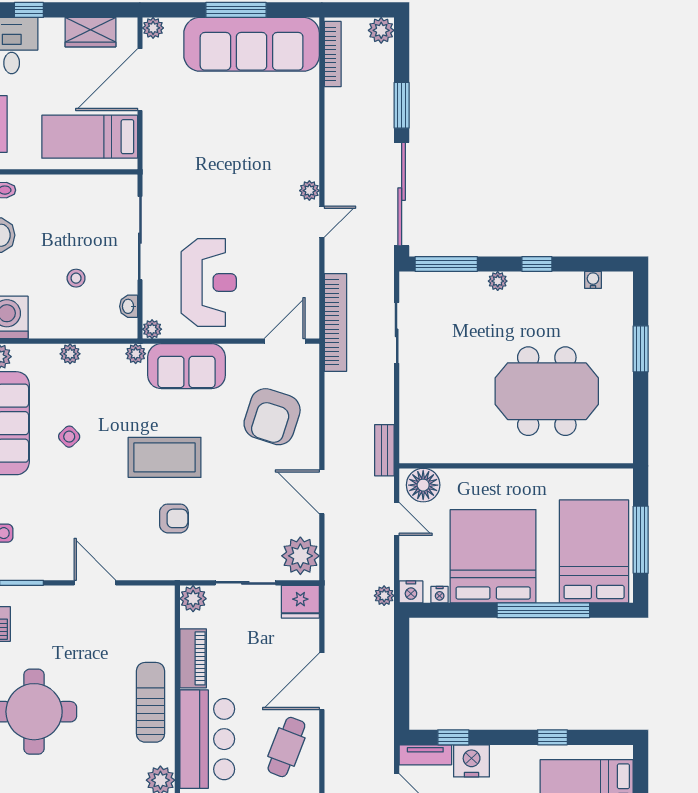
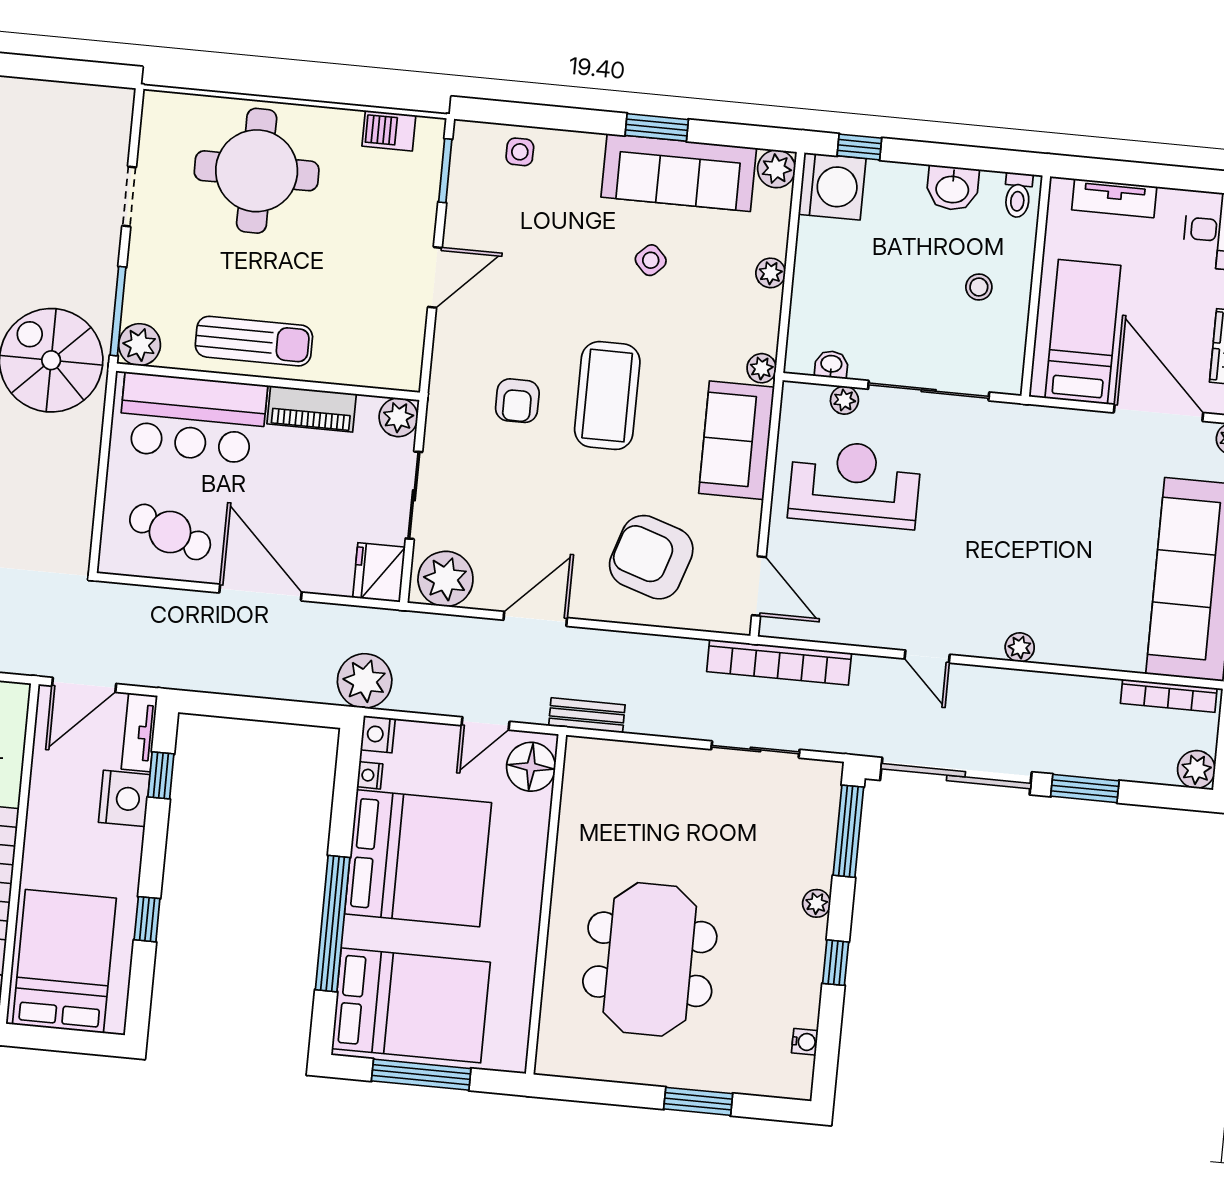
plant: (309, 191) -> (1020, 647), moved
stool: (76, 278) -> (979, 287), moved
reception desk: (209, 282) -> (855, 484), turned 180
plant: (152, 329) -> (844, 400), moved
plant: (384, 596) -> (365, 681), width x1.88, depth x1.88

